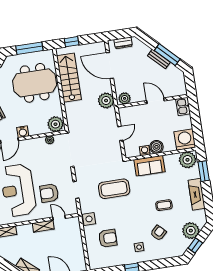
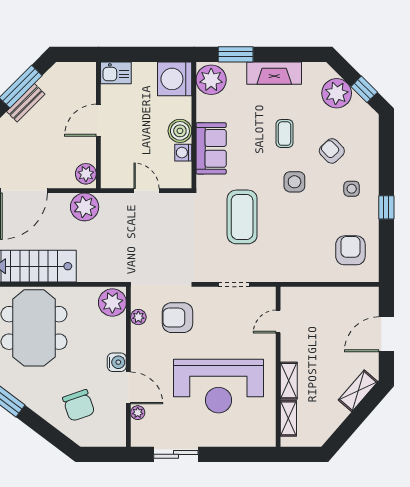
armchair: (49, 193) -> (177, 318), moved, turned 90
side table: (89, 219) -> (294, 182), moved
shelving: (43, 226) -> (289, 381), moved
armchair: (108, 238) -> (350, 250), moved

